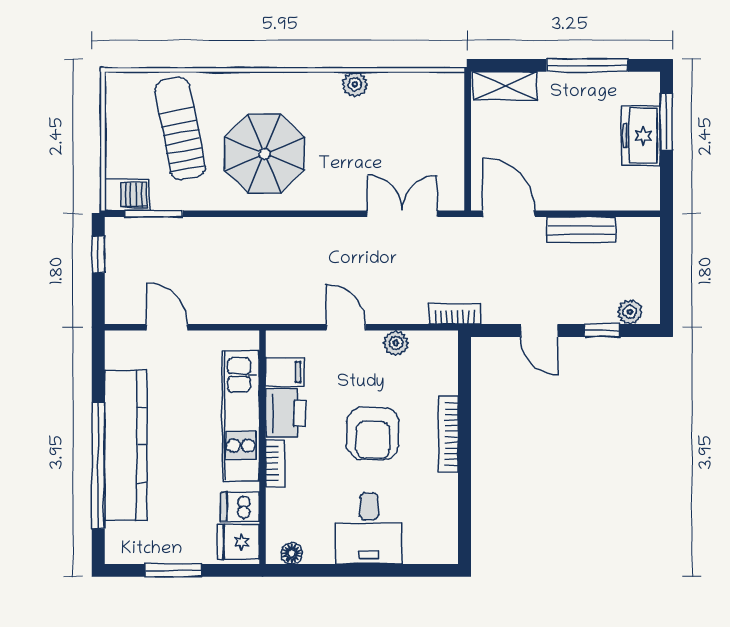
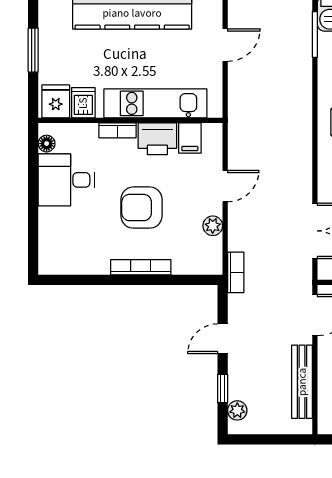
bench: (581, 230) -> (302, 382), width x1.36
desk: (369, 529) -> (66, 180), moved

